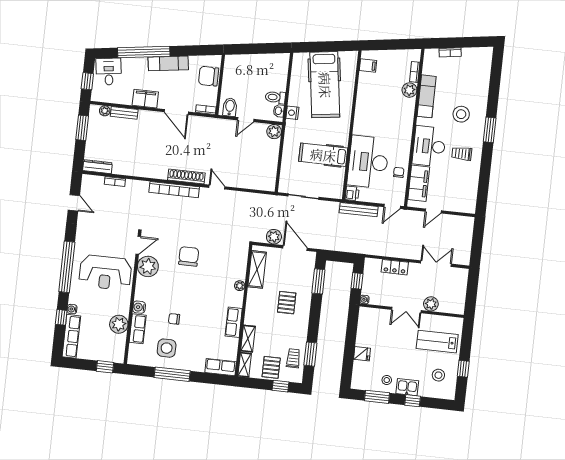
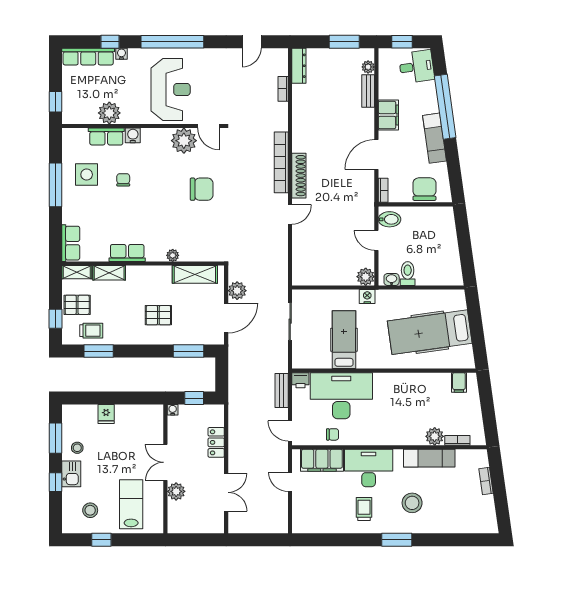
nightstand: (292, 113) -> (367, 297), moved
bench: (359, 210) -> (282, 390), width x0.73
reception desk: (105, 273) -> (171, 89), turned 180

